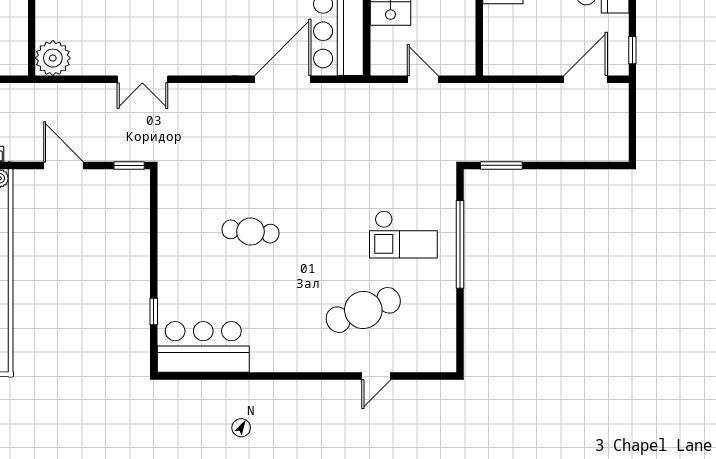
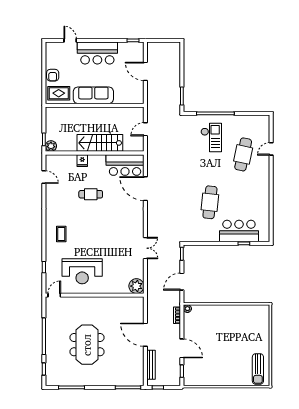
door: (586, 79) -> (145, 71), moved
cafe table: (250, 232) -> (210, 202), width x1.37, depth x1.35
cafe table: (363, 310) -> (243, 154), turned 33
bar counter: (203, 347) -> (239, 231), moved, turned 90
door: (376, 376) -> (271, 149), swing flipped

